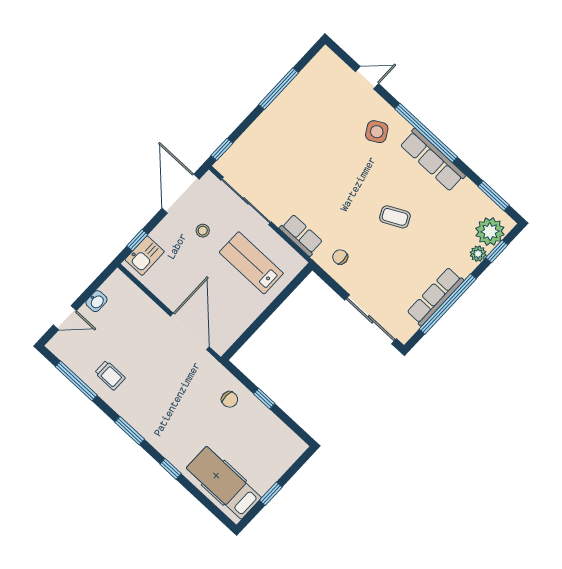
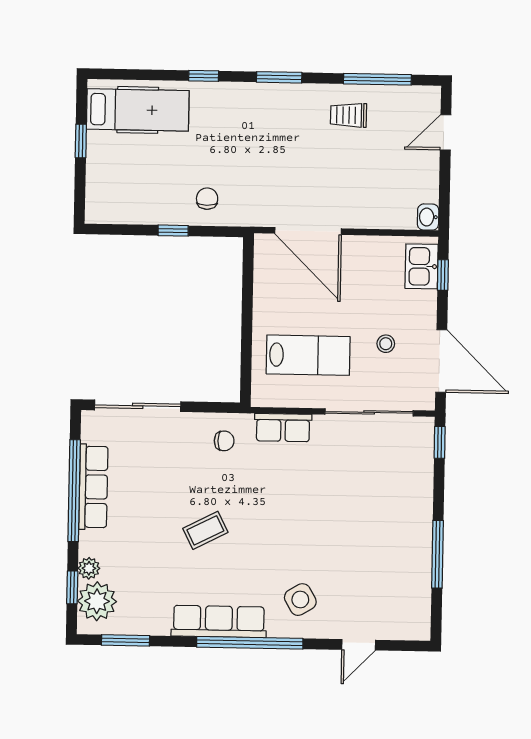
washbasin: (96, 301) -> (428, 217), moved
chair: (230, 399) -> (207, 199), turned 90

